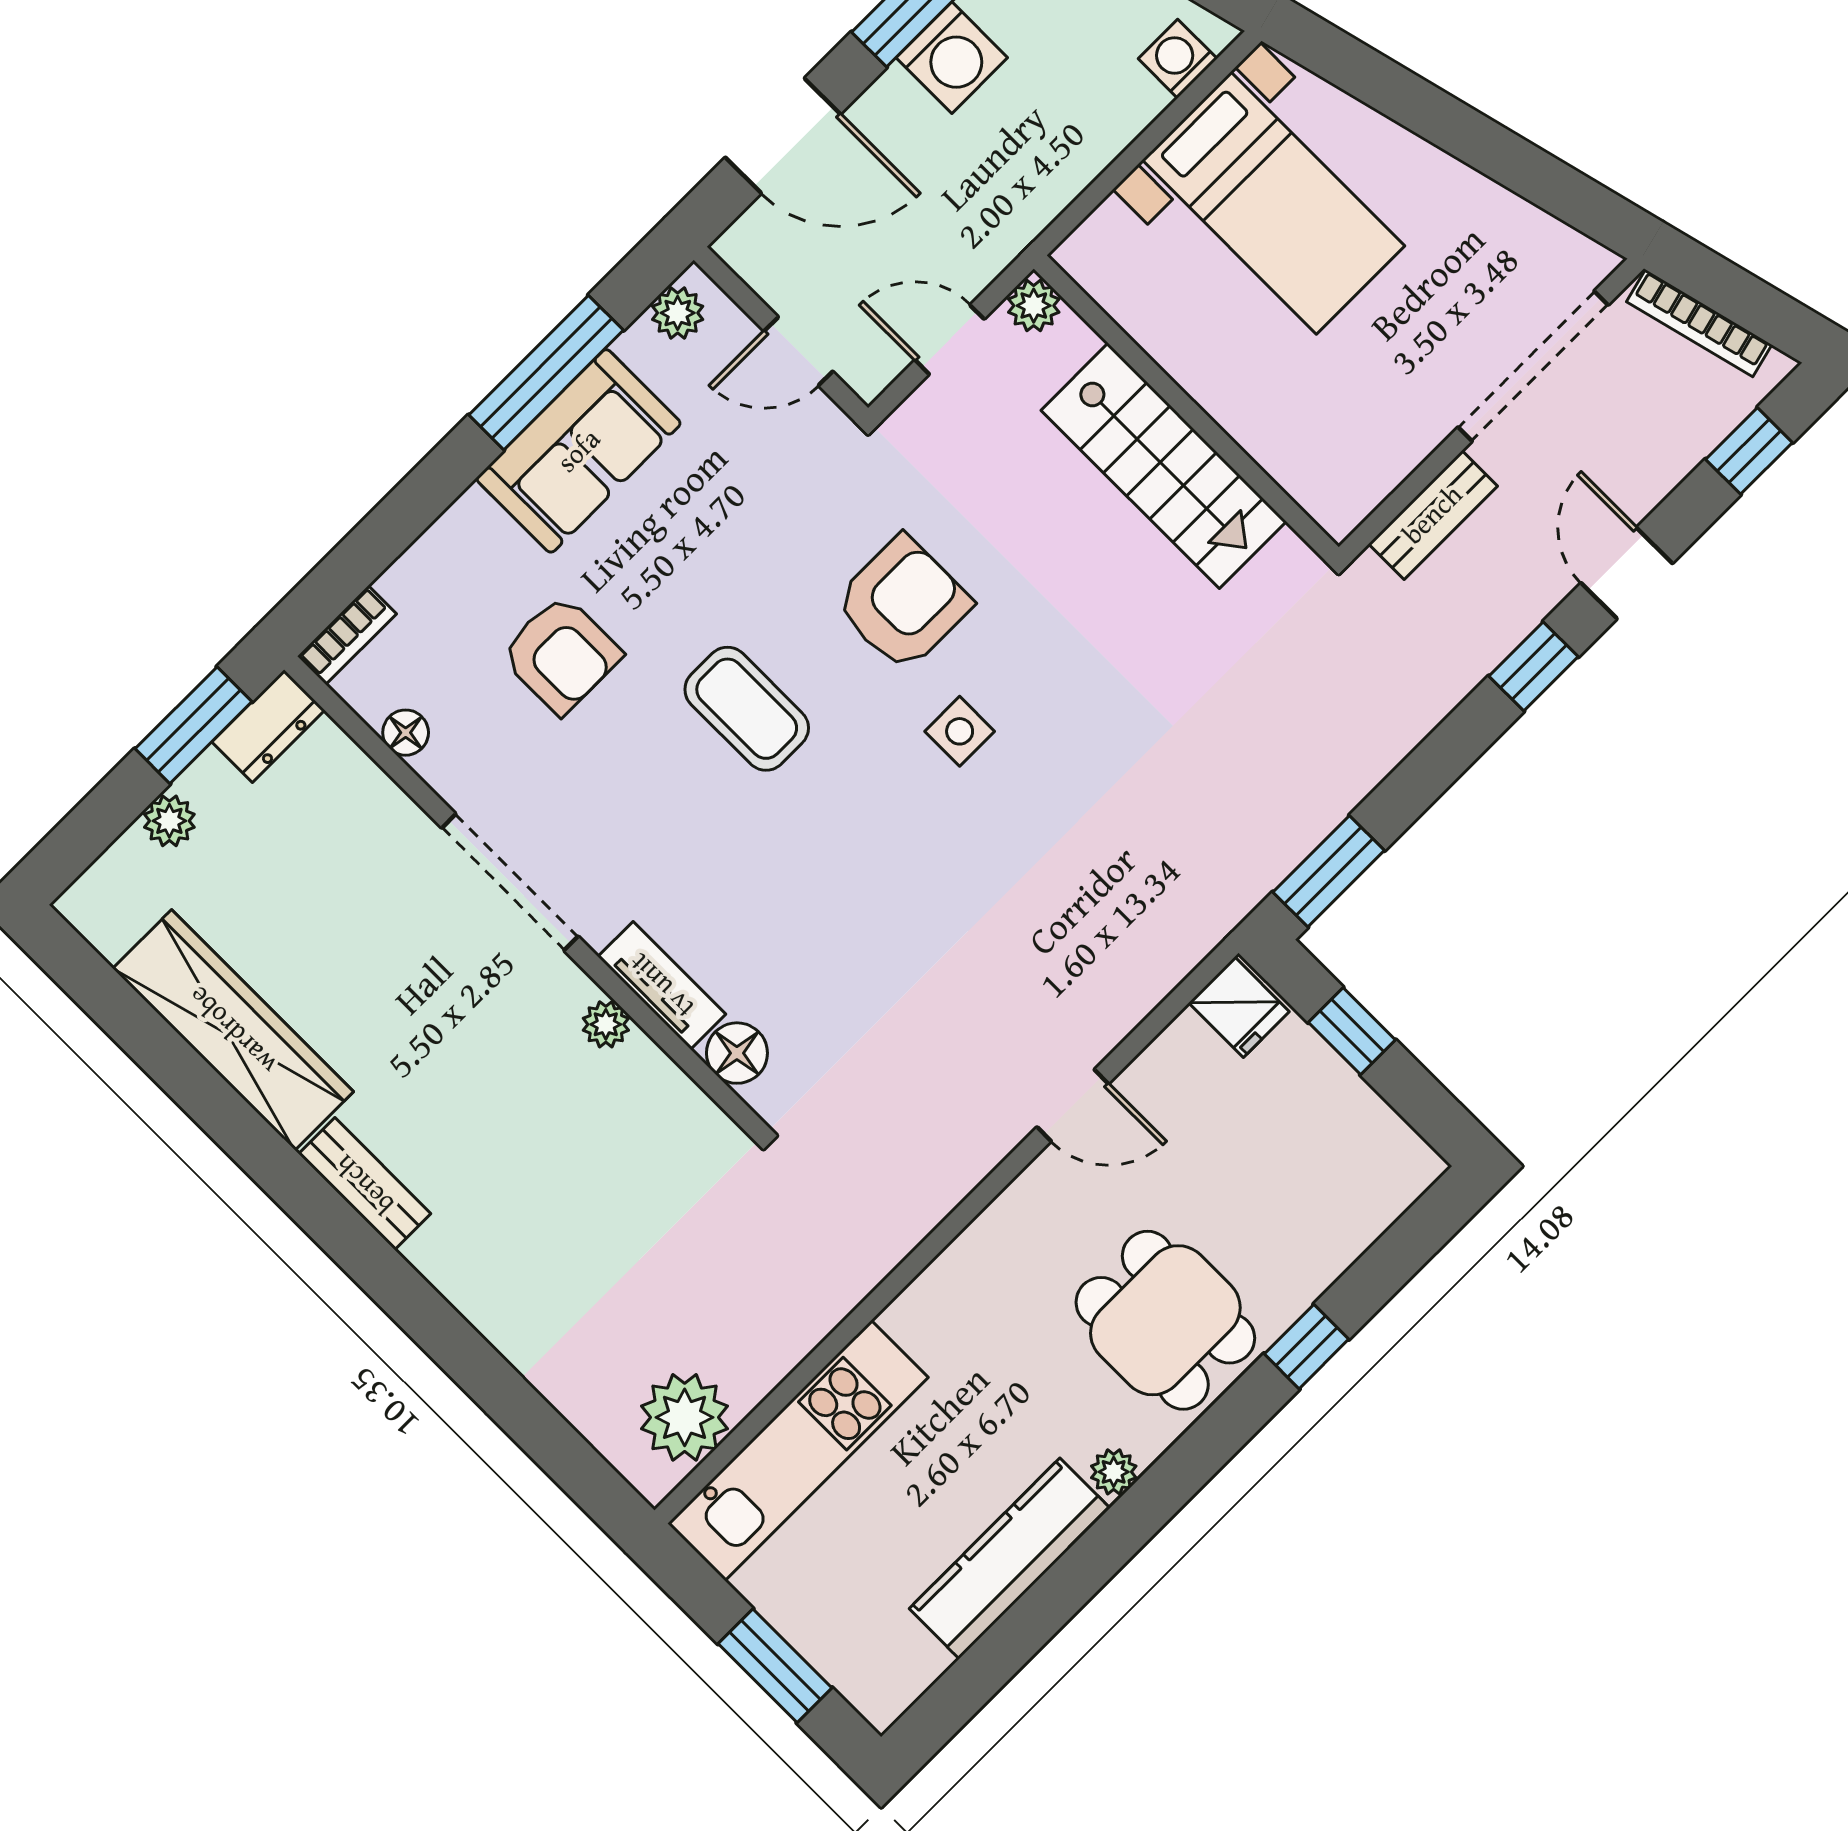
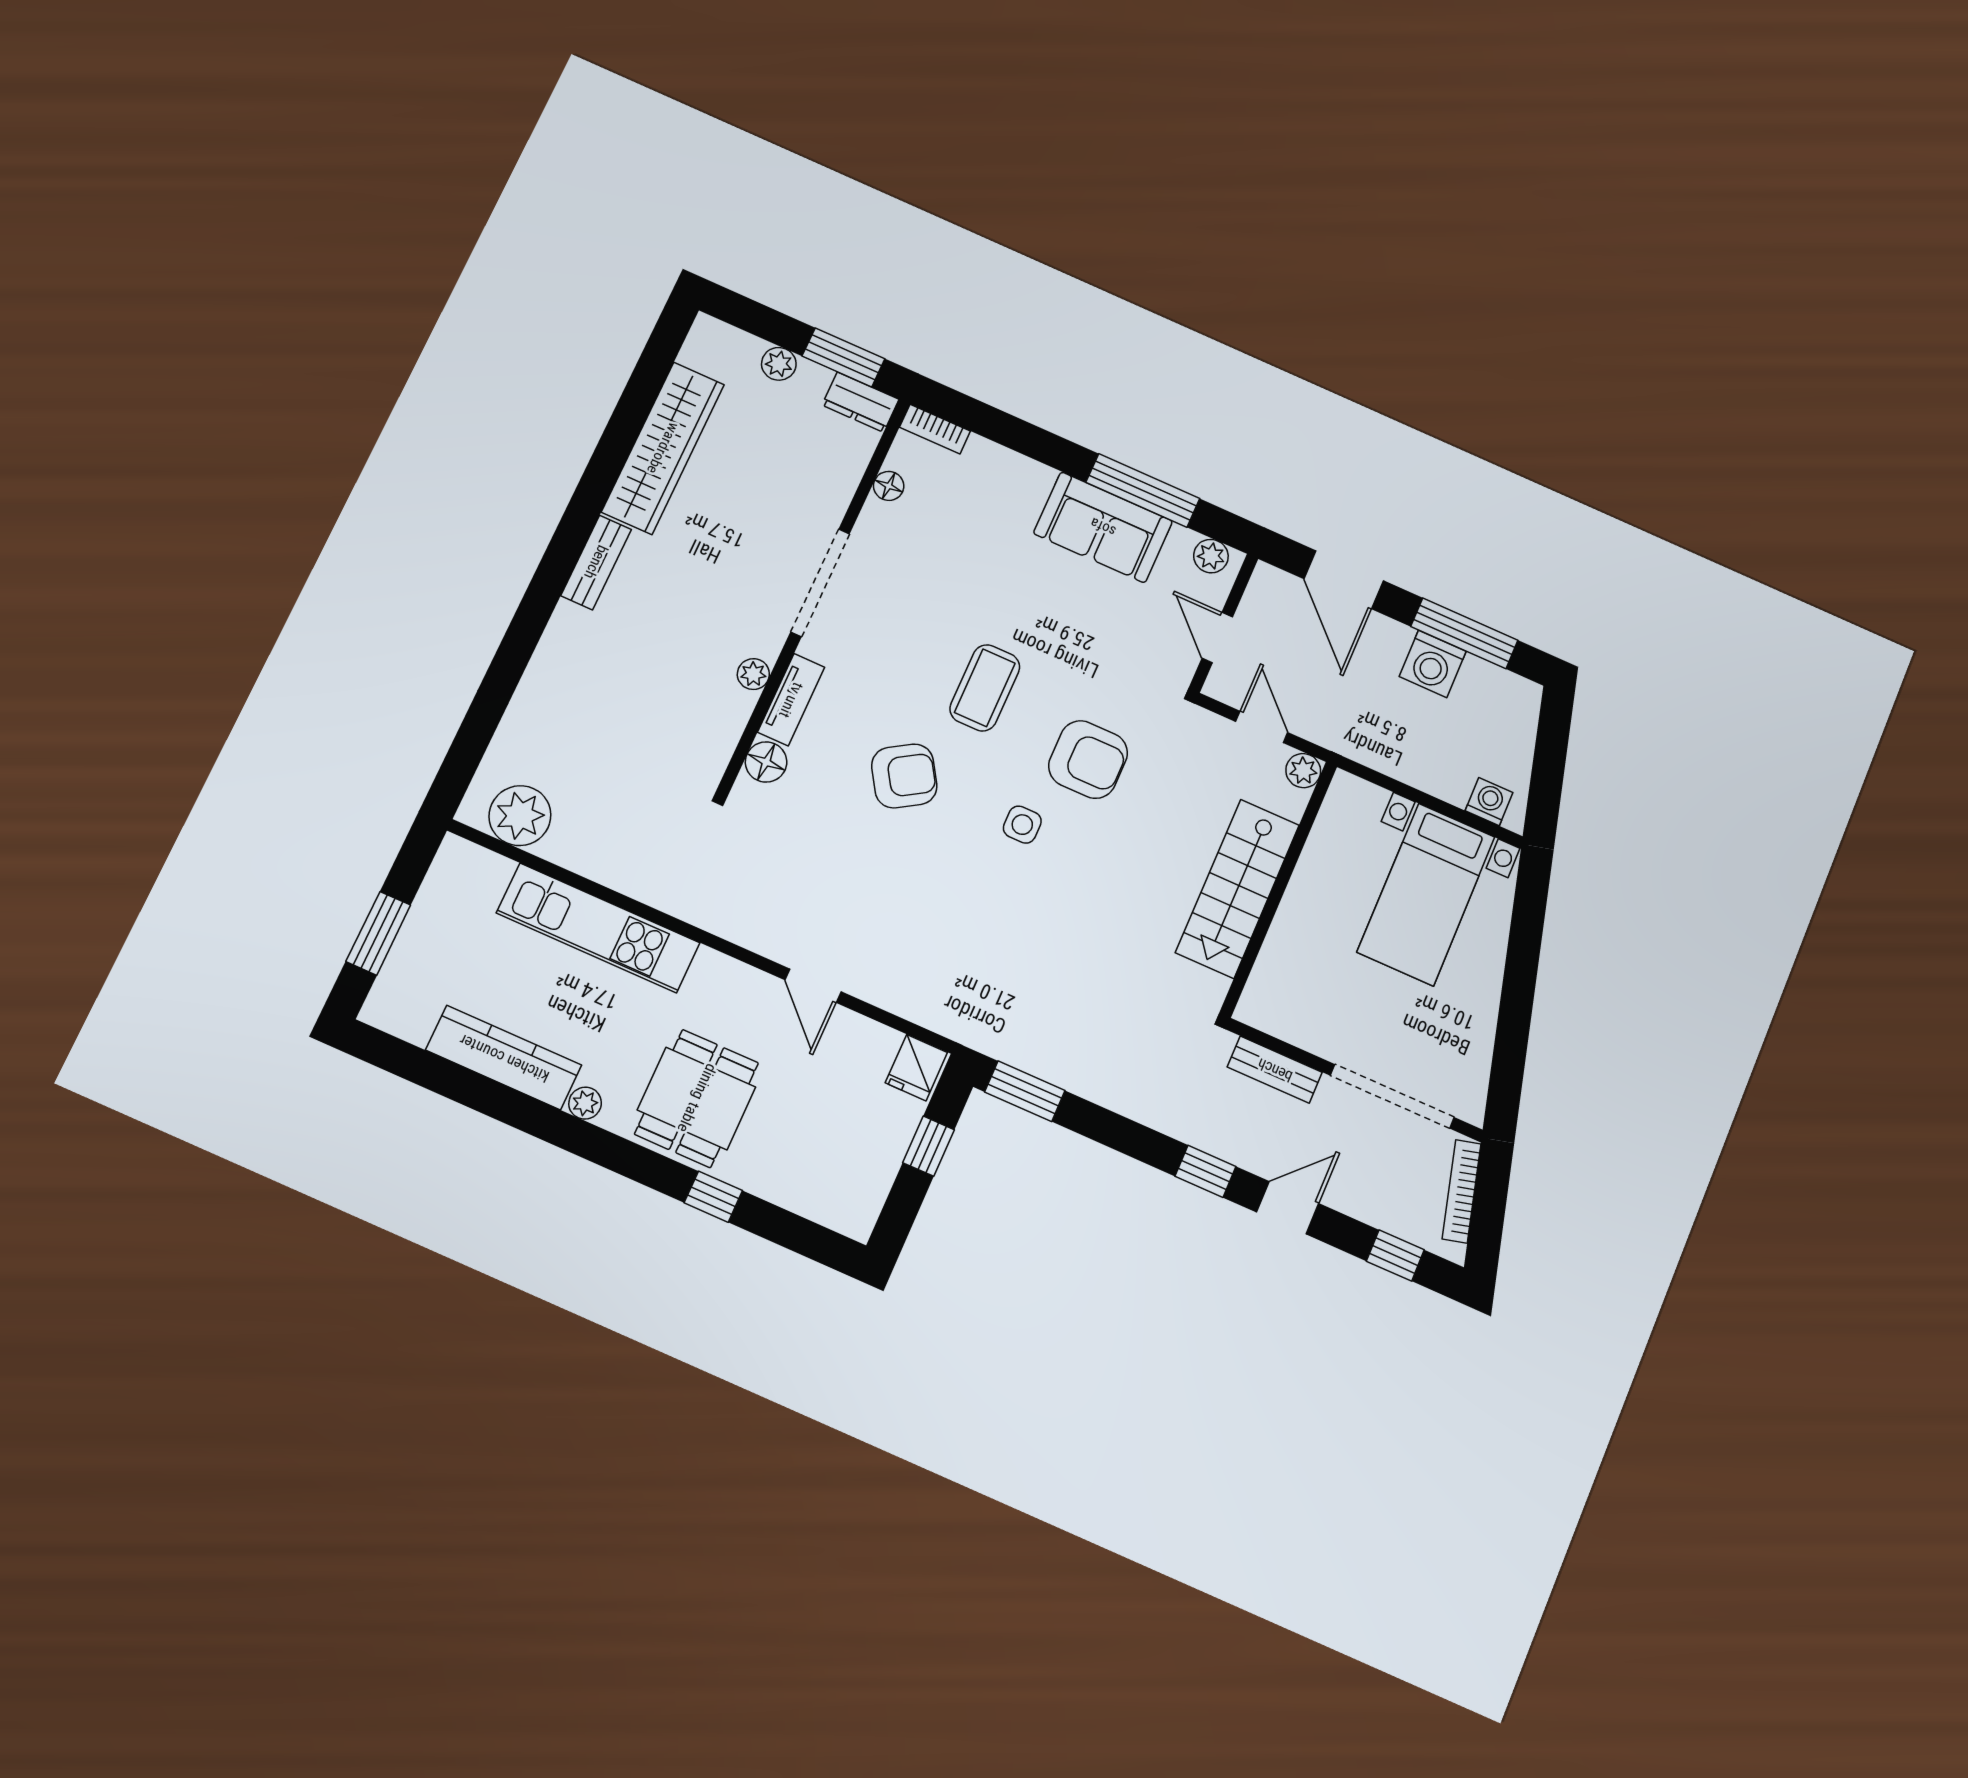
armchair: (561, 654) -> (904, 776), moved, turned -122
kitchen unit: (798, 1450) -> (598, 928), moved

